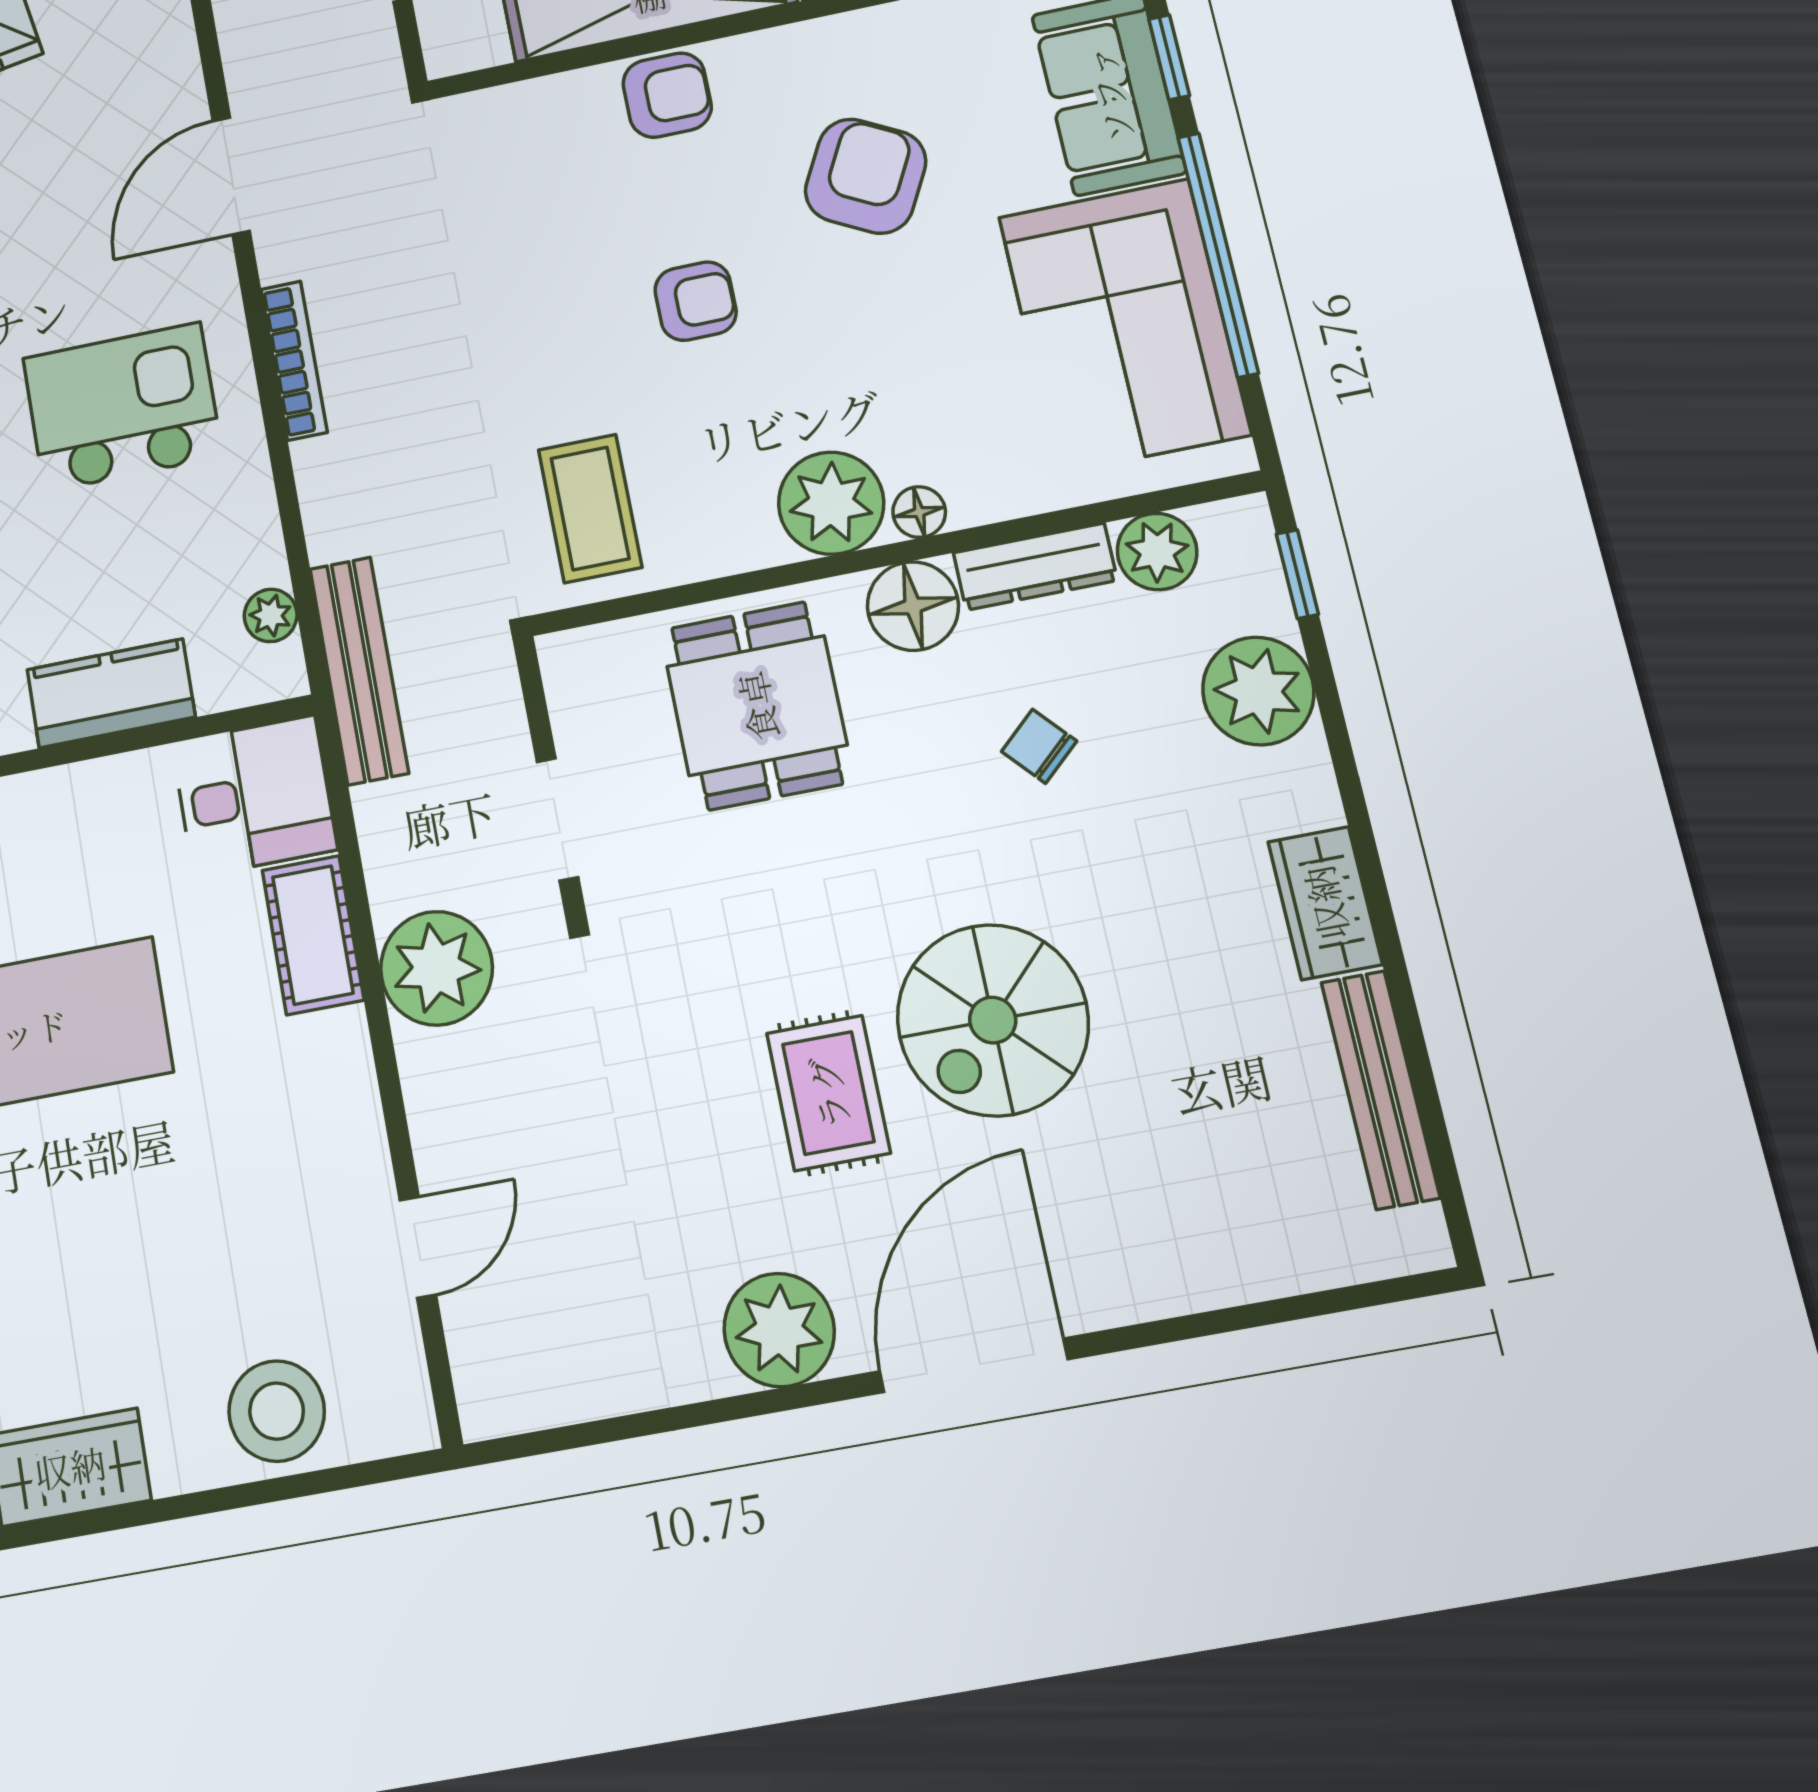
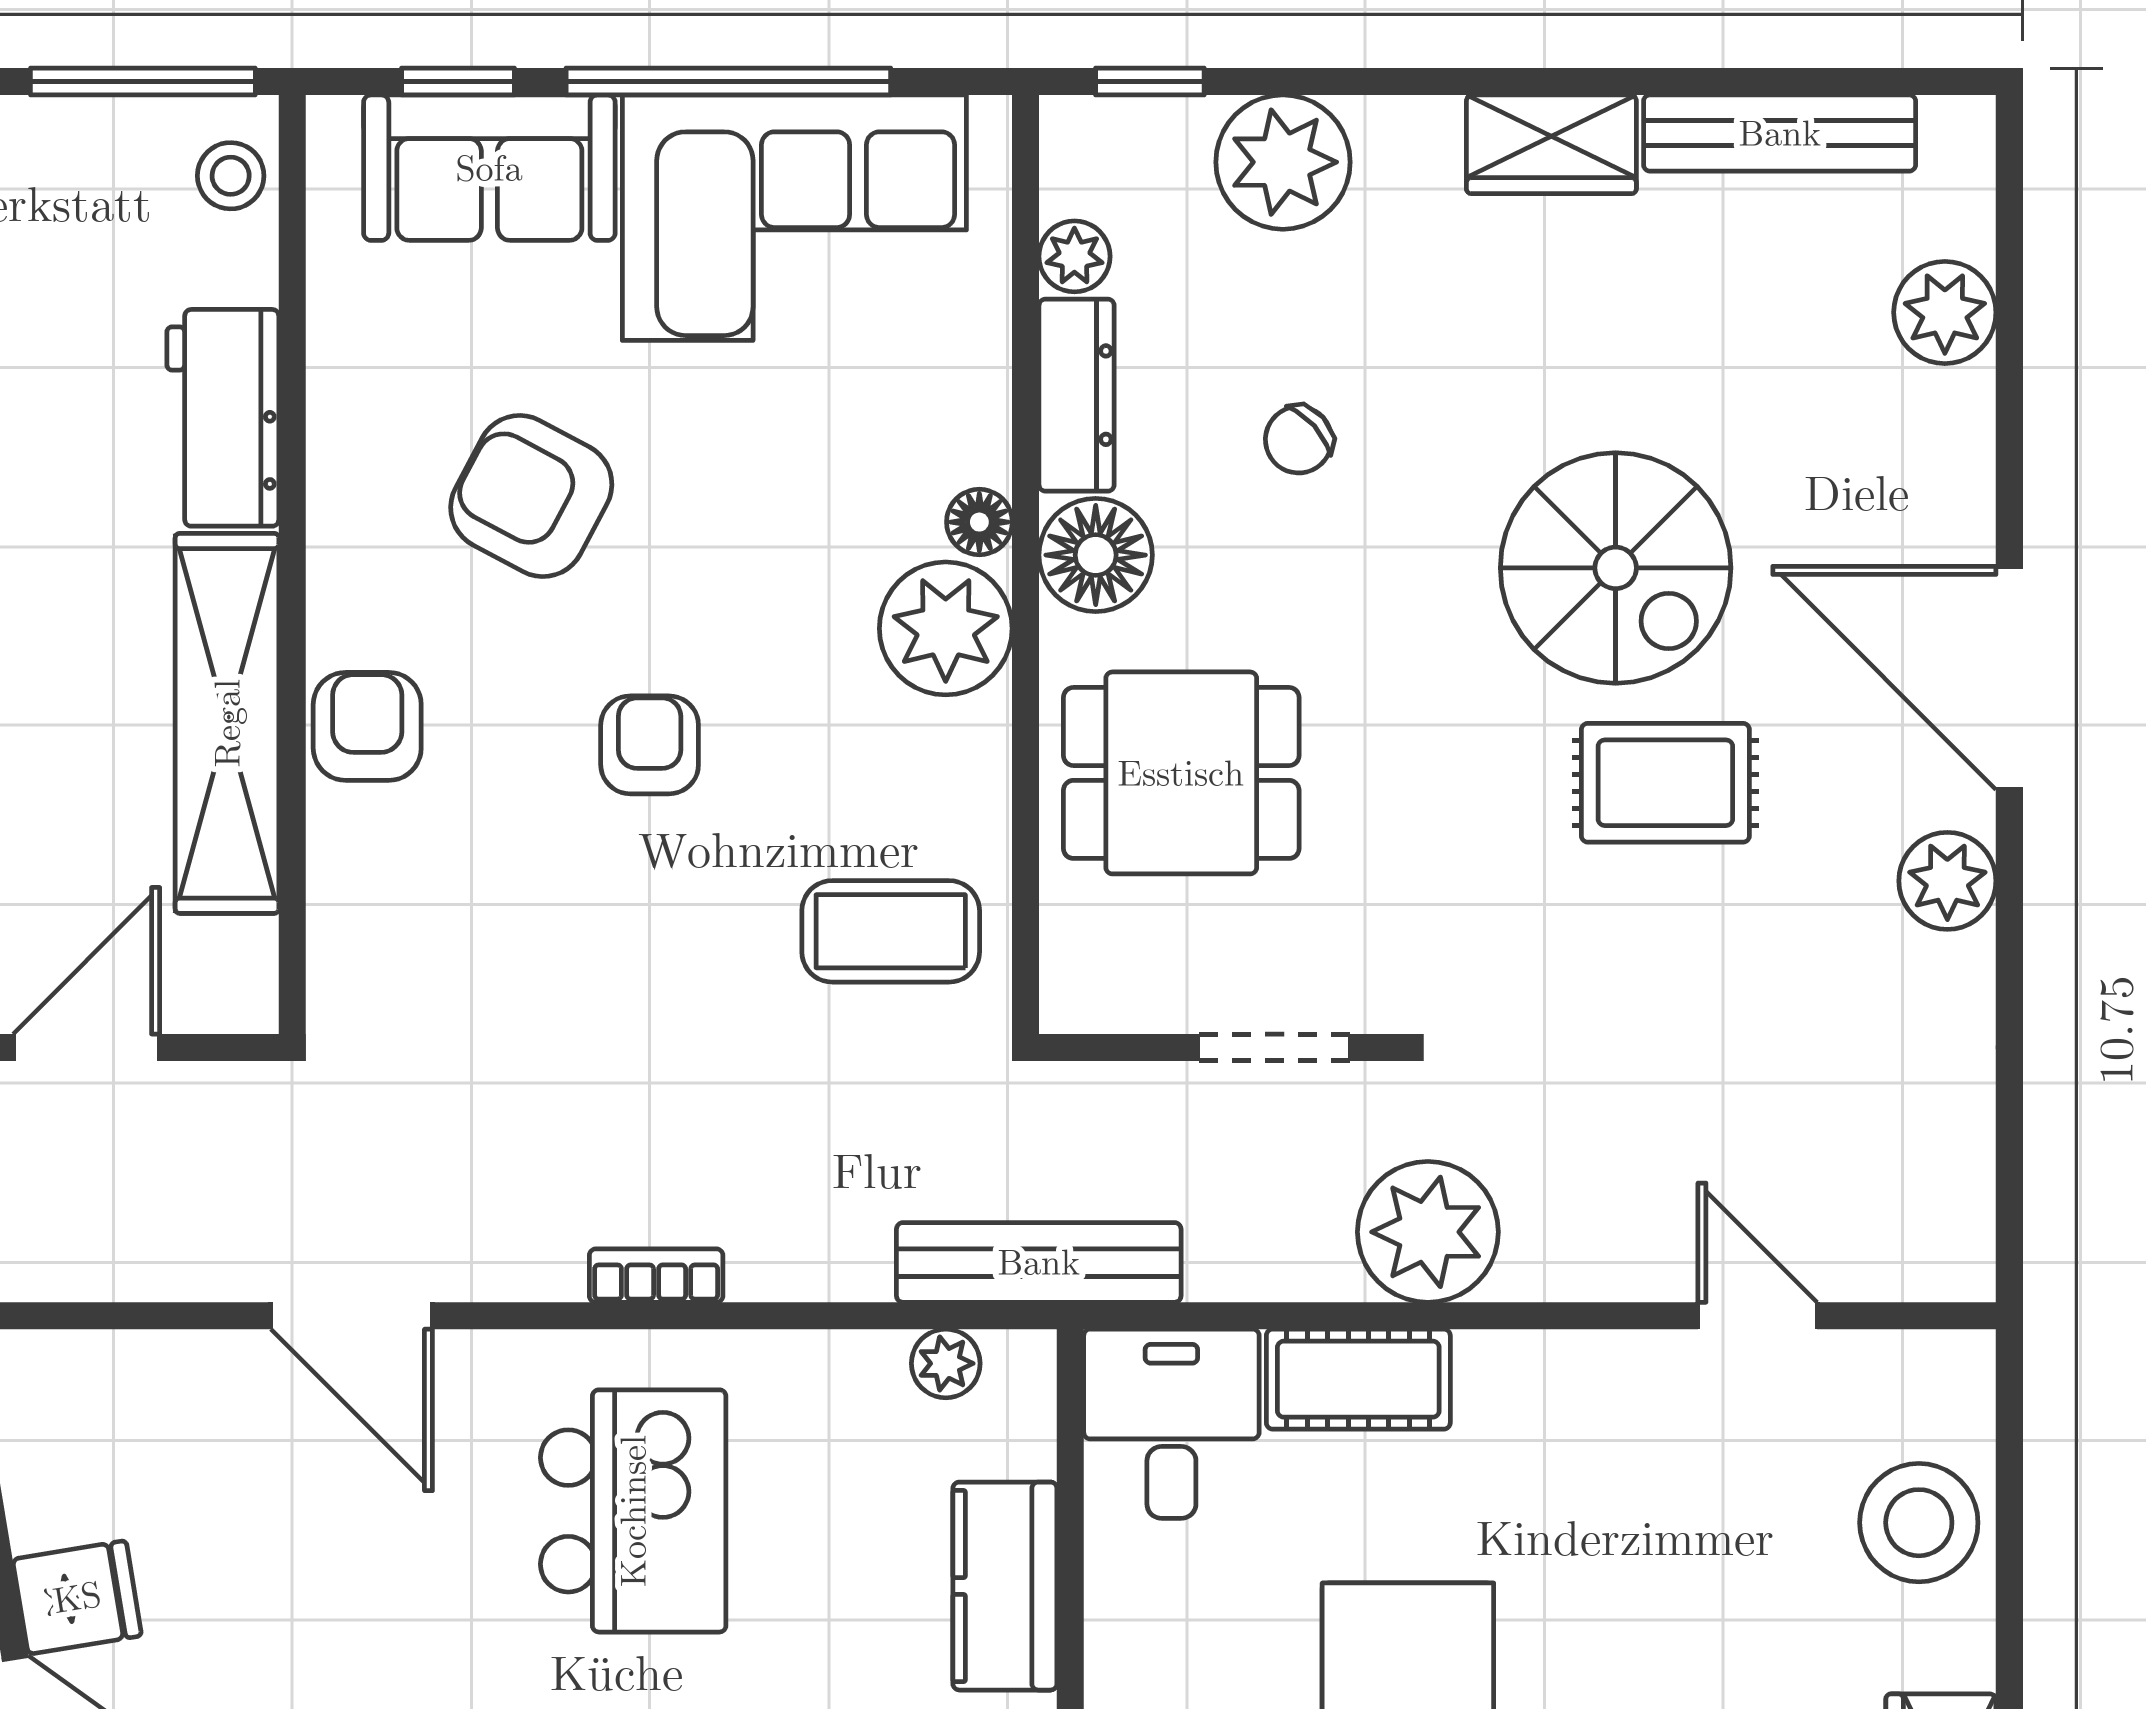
bookcase: (294, 360) -> (656, 1276), width x0.64
kitchen island: (122, 407) -> (633, 1511), turned 180
plant: (1157, 552) -> (1074, 256), width x0.73, depth x0.73
plant: (1264, 1256) -> (1945, 312), added
plant: (779, 1330) -> (1947, 881), width x0.73, depth x0.73

